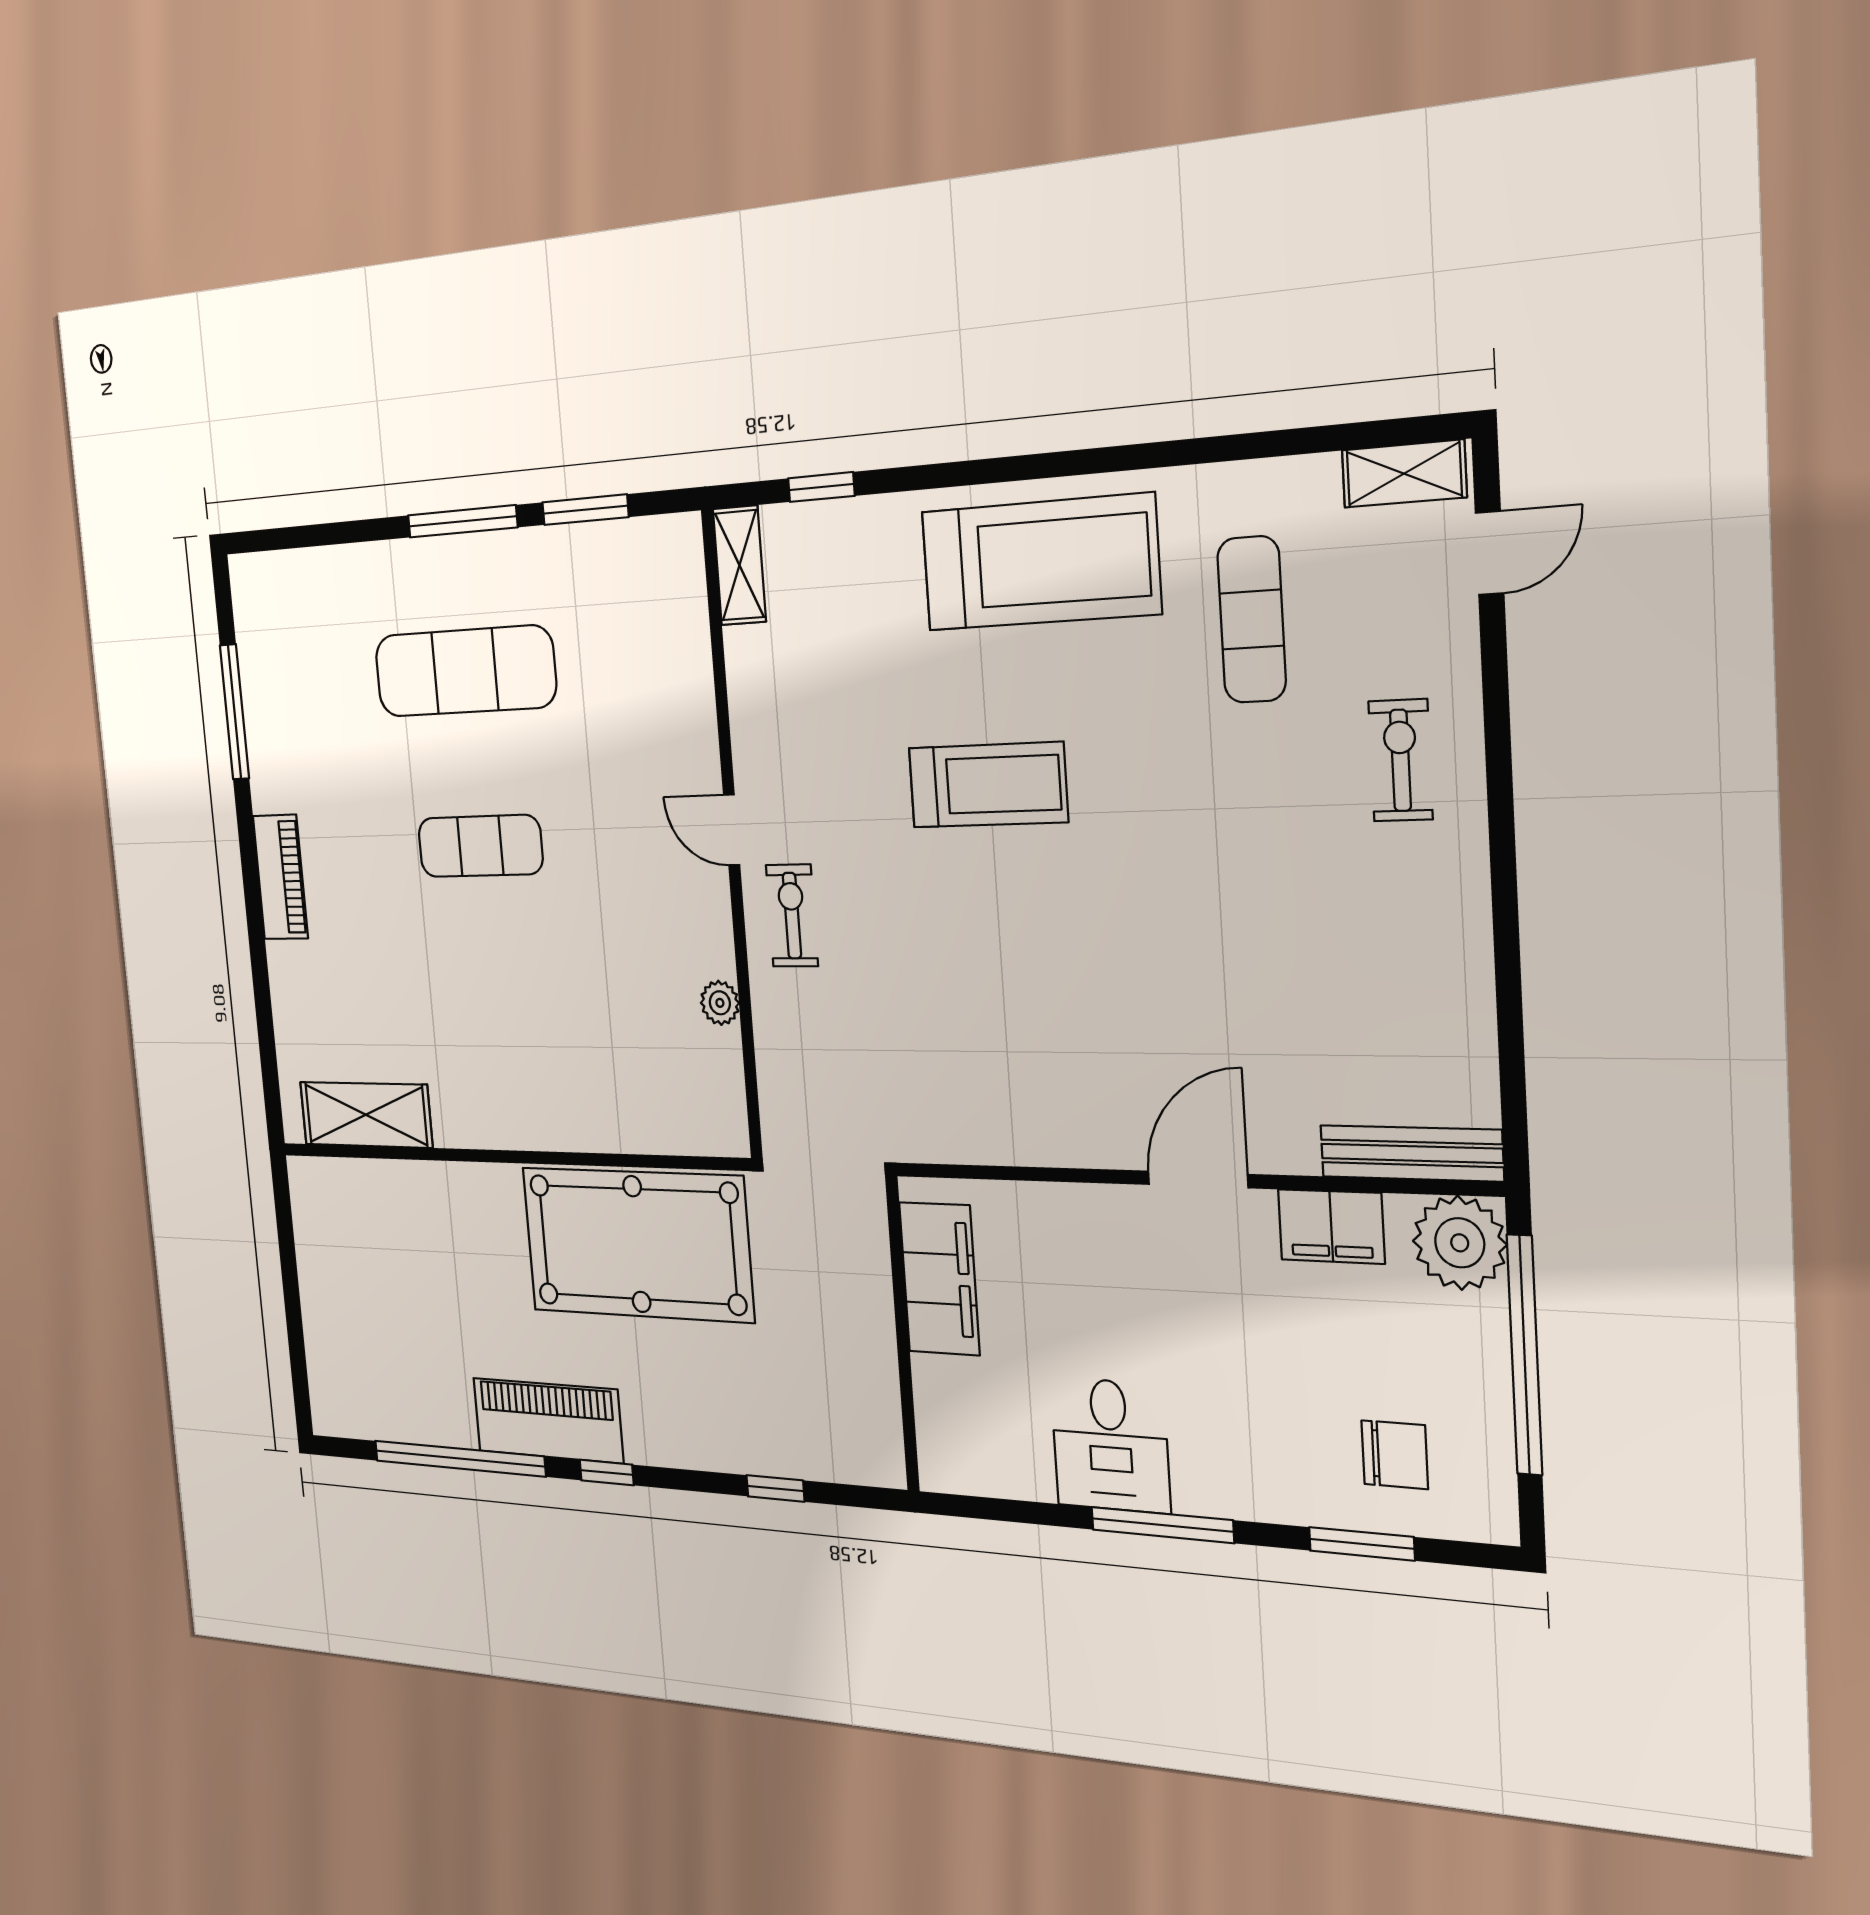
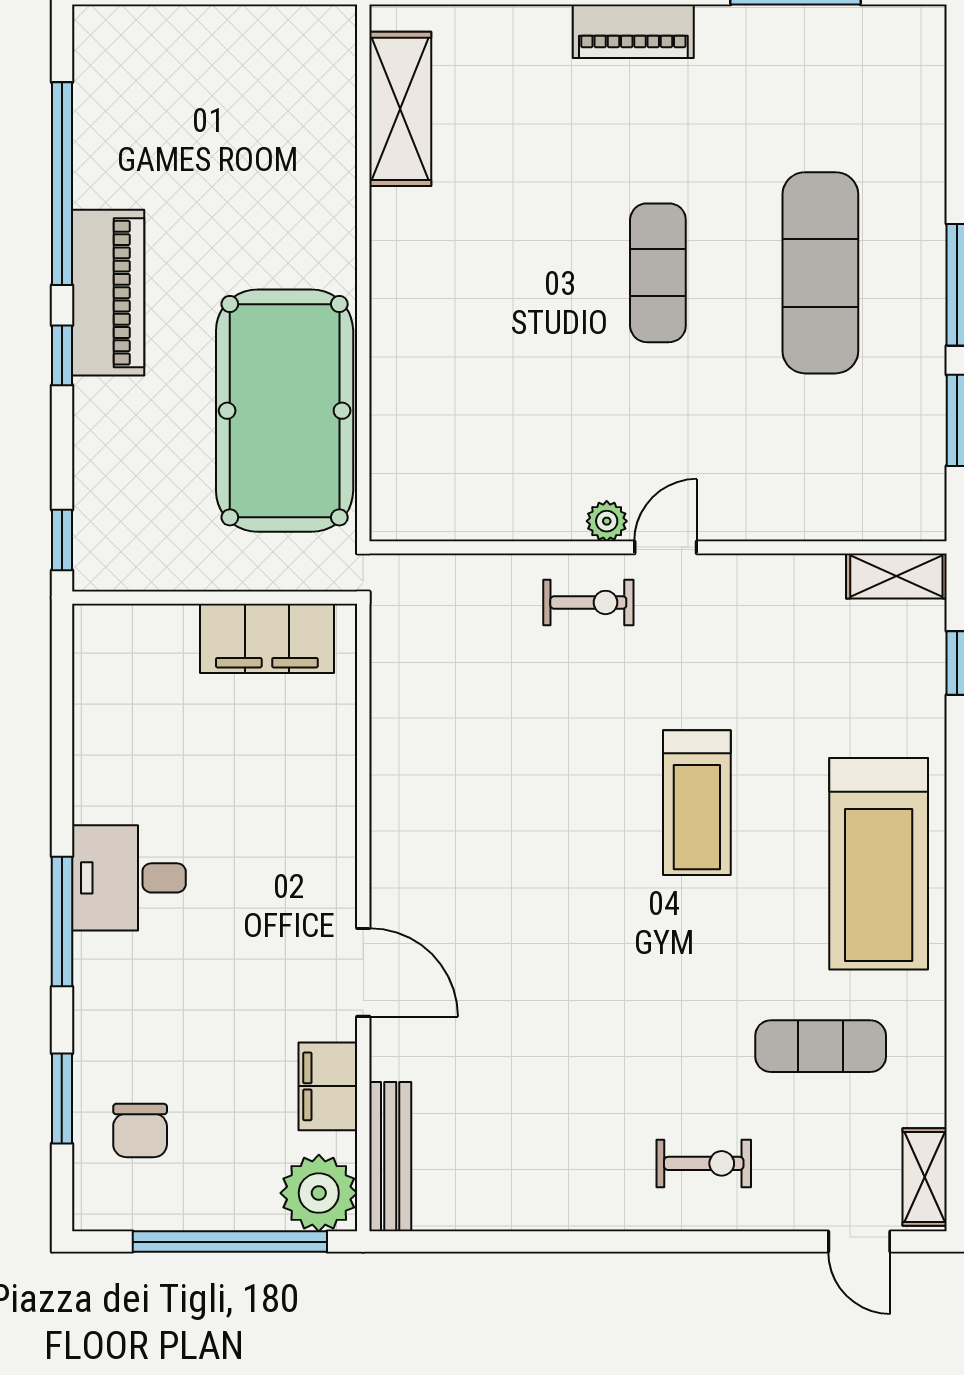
plant: (720, 1003) -> (607, 521), moved
filing cabinet: (939, 1279) -> (267, 638), moved
wall: (902, 1334) -> (215, 598), moved

